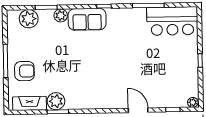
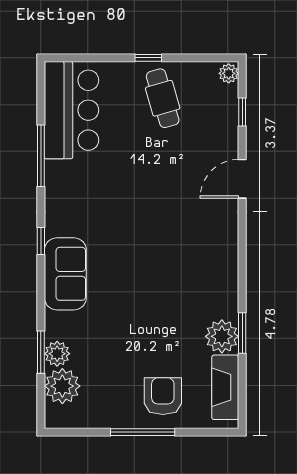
plant: (61, 15) -> (57, 354), moved
cafe table: (179, 68) -> (163, 98), added

